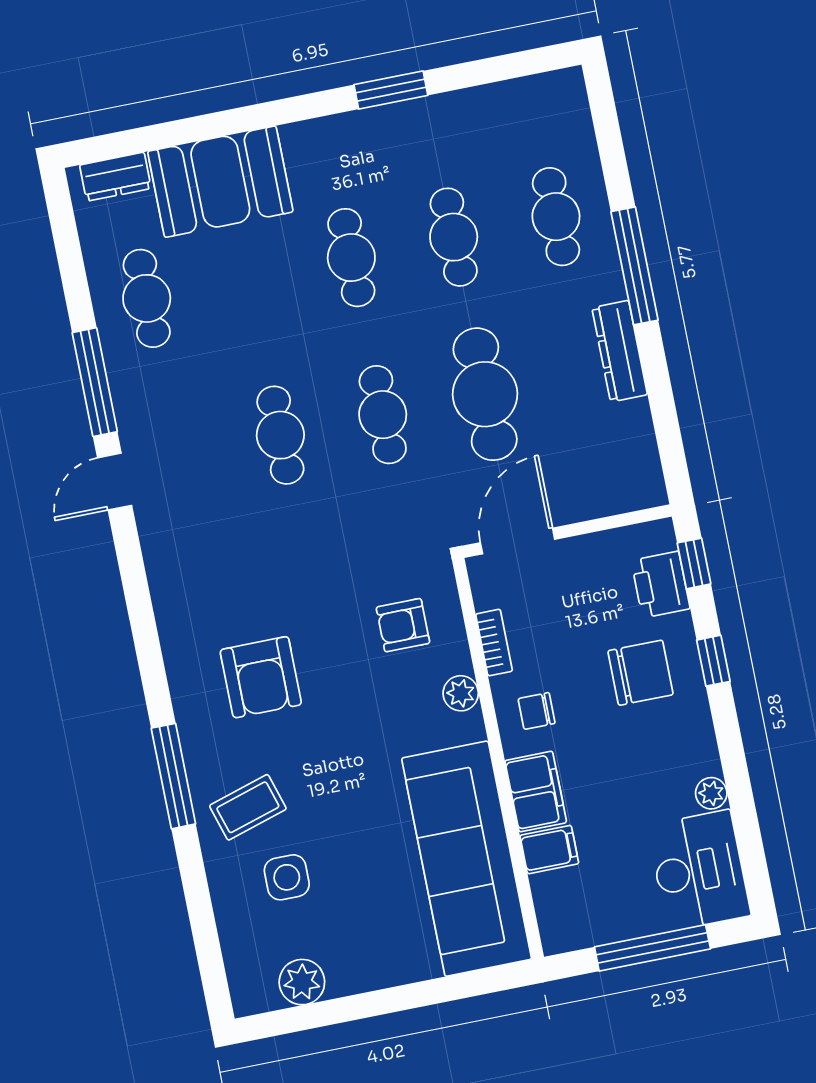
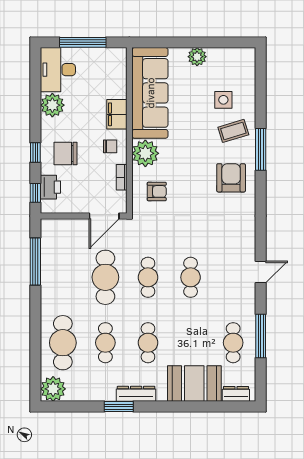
plant: (557, 101) -> (53, 389), added
cafe table: (556, 217) -> (63, 343), width x1.37, depth x1.35
window: (634, 266) -> (35, 261), moved
dresser: (620, 351) -> (136, 394), moved, turned -90
window: (95, 382) -> (261, 336), moved
armchair: (261, 677) -> (231, 178), moved
plant: (461, 693) -> (145, 153), width x1.87, depth x1.87
plant: (711, 793) -> (52, 105), width x1.88, depth x1.88
filing cabinet: (549, 850) -> (116, 90), removed
plant: (302, 982) -> (197, 57), moved

